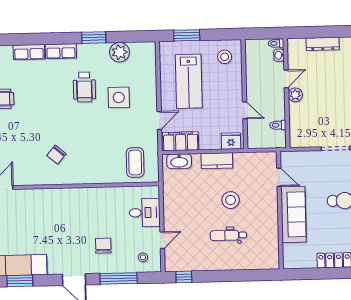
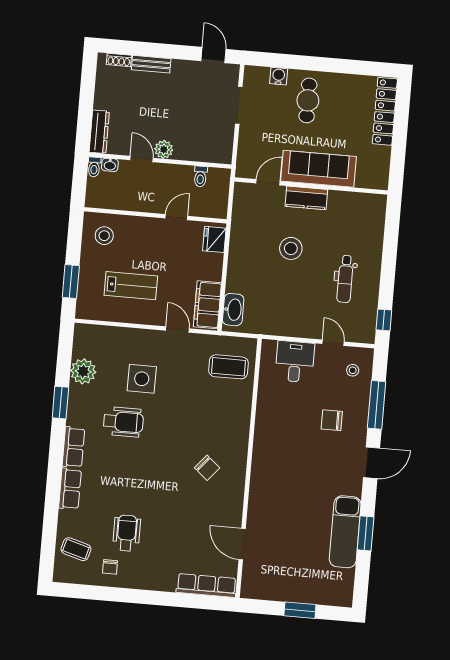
dresser: (323, 44) -> (99, 132), moved
lab bench: (189, 81) -> (131, 286), width x0.73, depth x0.72
kitchen counter: (217, 161) -> (306, 198), moved, turned 90
dental chair: (228, 235) -> (345, 279), moved

